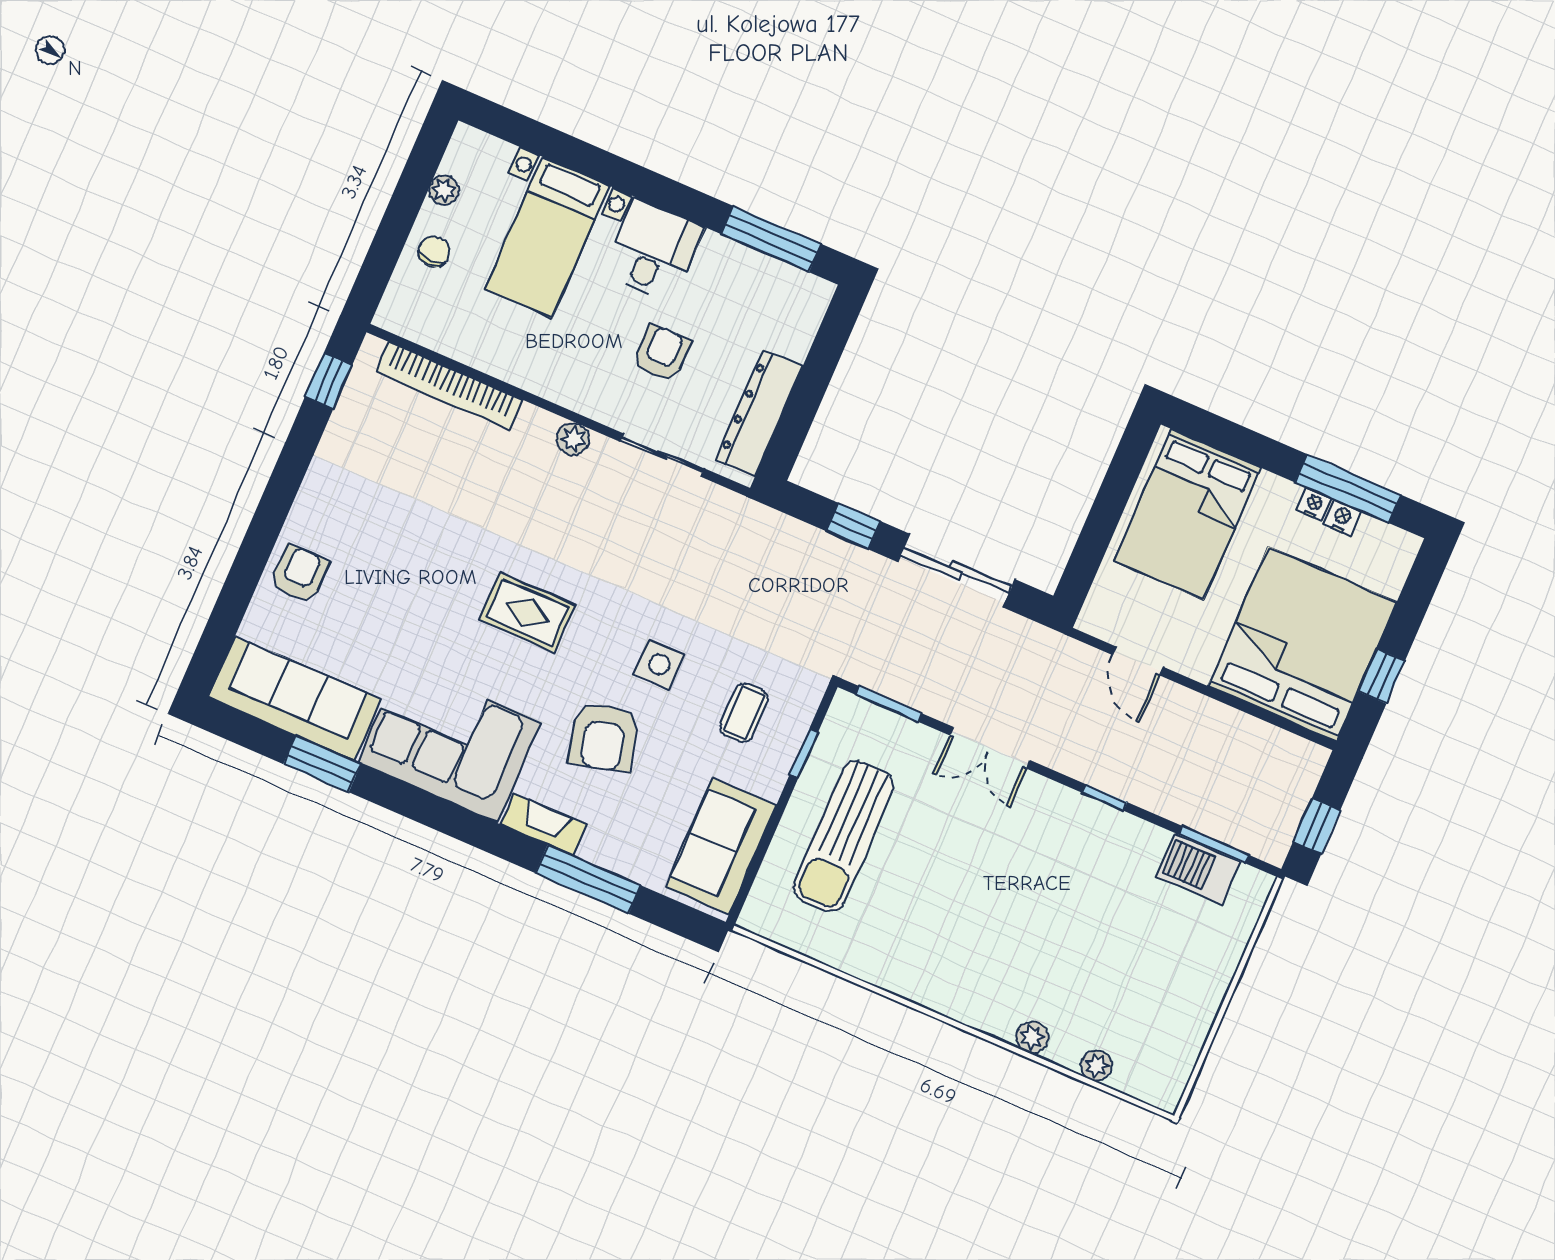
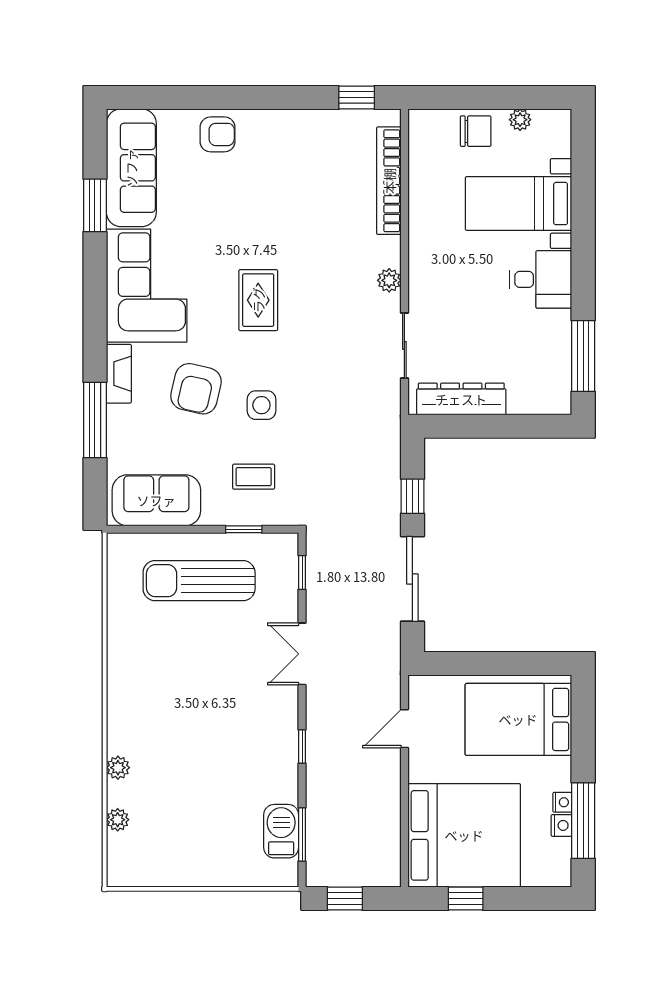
chair: (434, 252) -> (476, 131), width x1.37, depth x1.37
armchair: (662, 353) -> (474, 315), removed
window: (889, 704) -> (302, 572), width x0.67
armchair: (604, 737) -> (196, 389), turned -63

